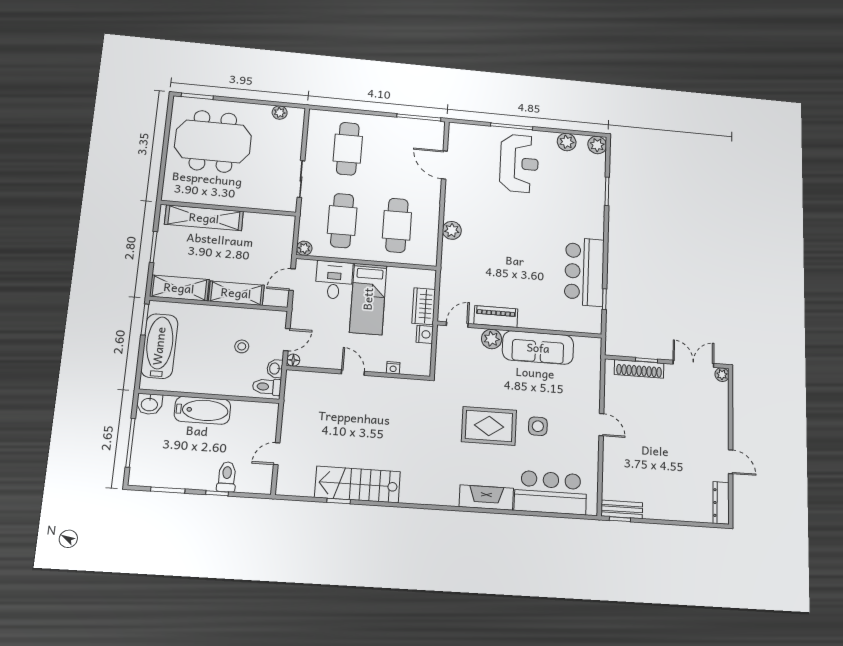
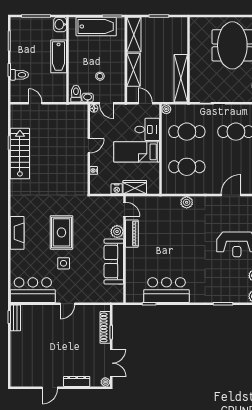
shelving: (204, 218) -> (181, 78), moved
bar counter: (551, 493) -> (33, 290), moved, turned -90
dresser: (721, 503) -> (77, 381), moved

